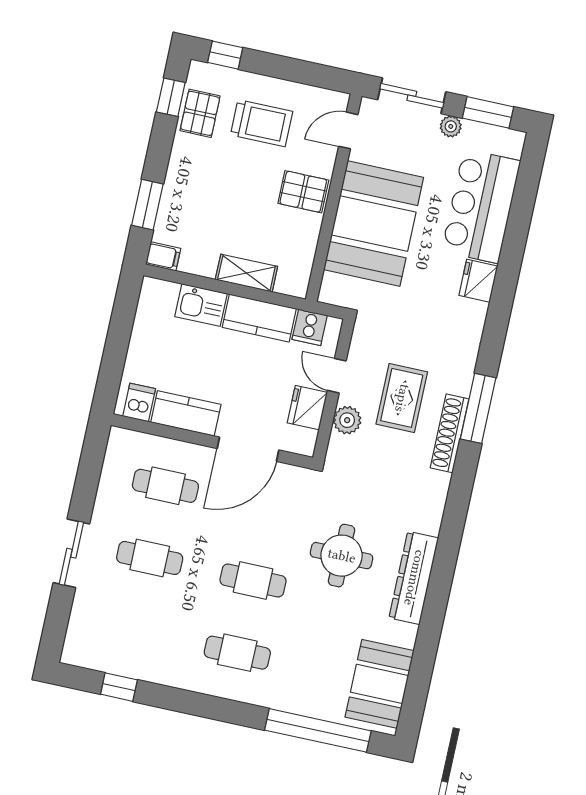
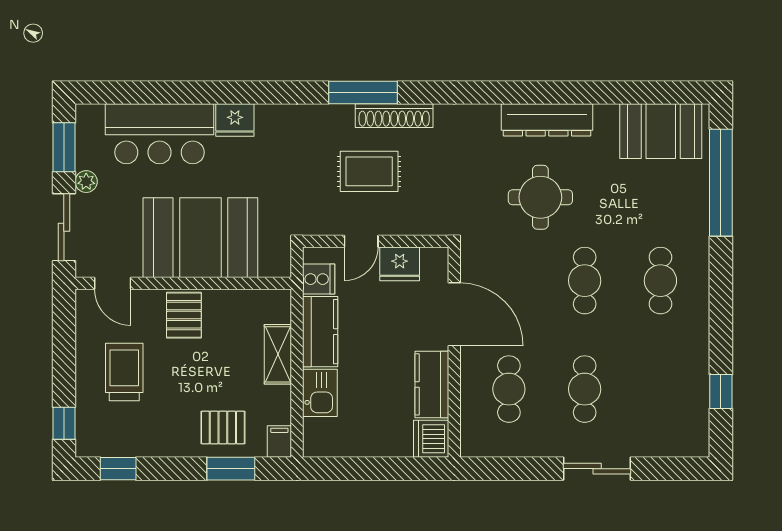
pallet: (200, 113) -> (223, 427), moved
dishwasher: (139, 403) -> (431, 439), width x1.38
plant: (347, 420) -> (403, 221), removed

